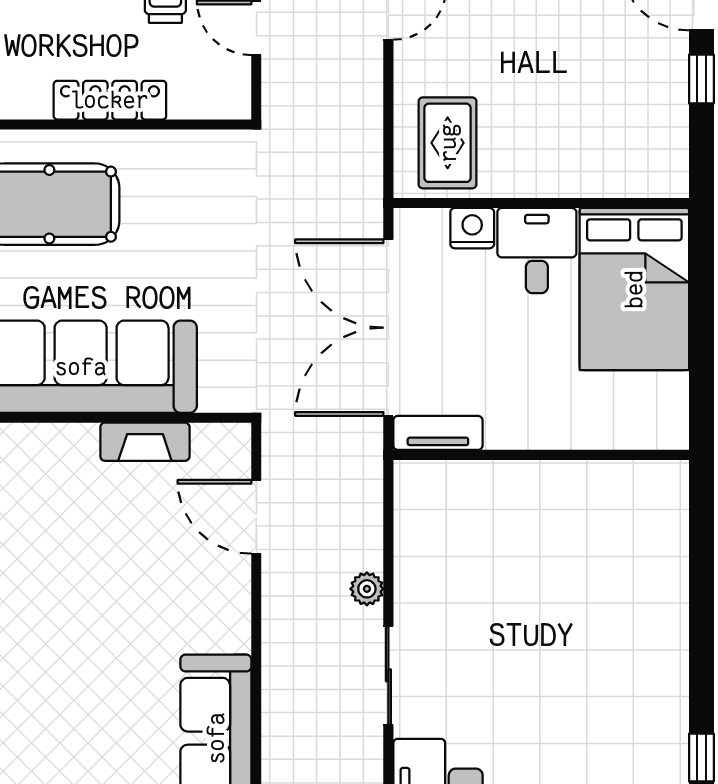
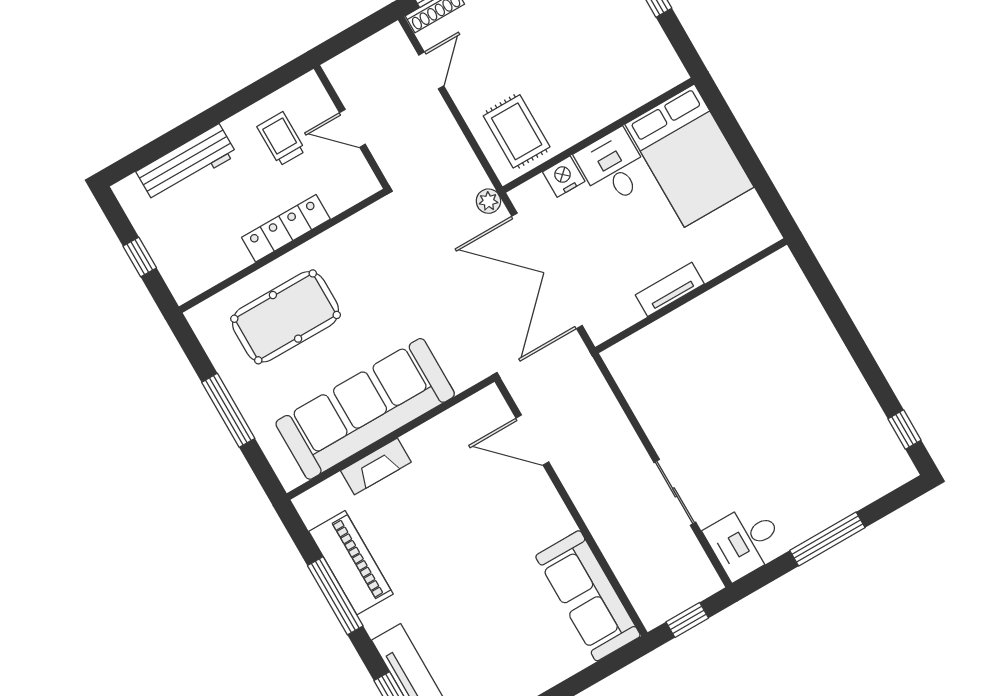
tv unit: (438, 433) -> (670, 289), moved
fireplace: (145, 442) -> (376, 466), moved
plant: (367, 589) -> (488, 201), moved

